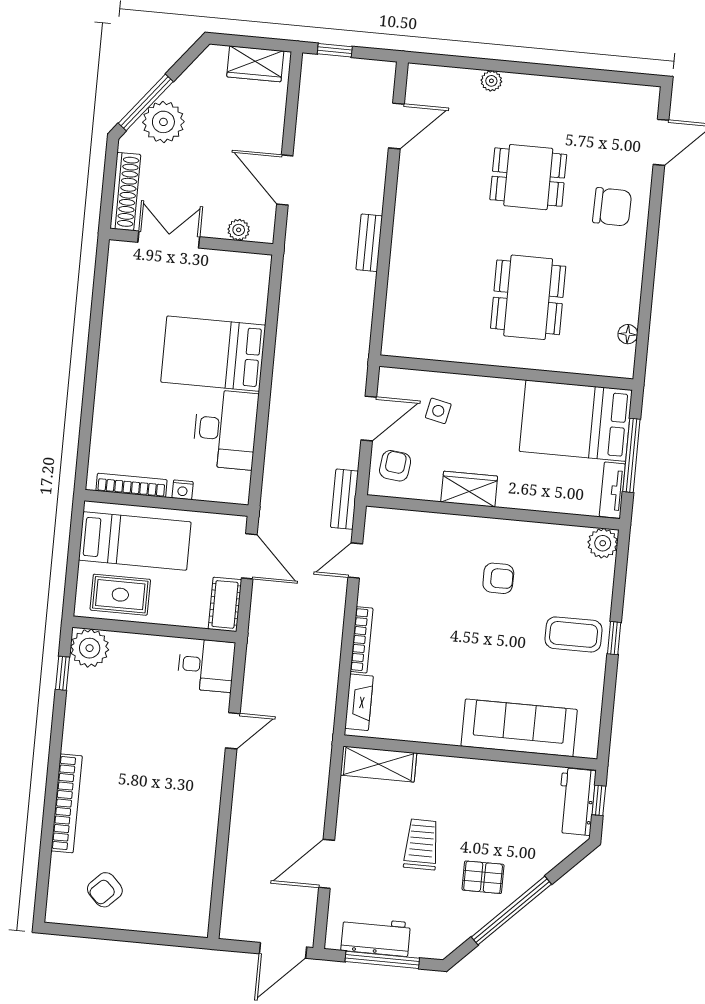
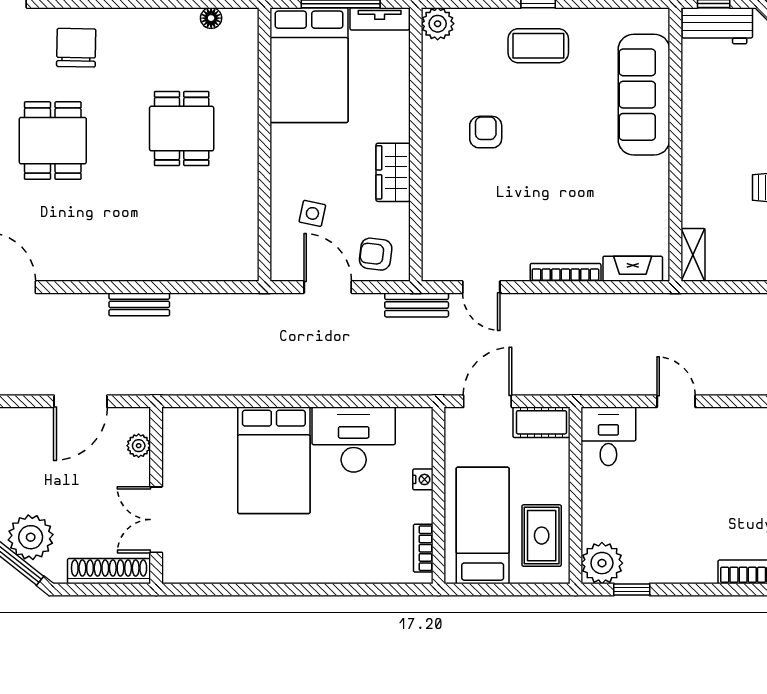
dining table: (528, 297) -> (182, 129), width x0.73
bookcase: (131, 485) -> (423, 548), width x0.64
coffee table: (574, 634) -> (538, 46), turned 90
shelving: (379, 764) -> (693, 255), width x0.67, depth x0.75

